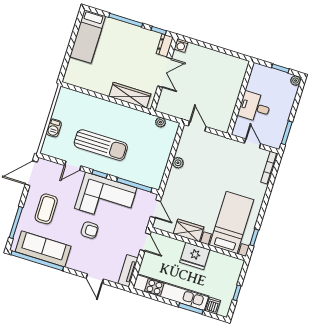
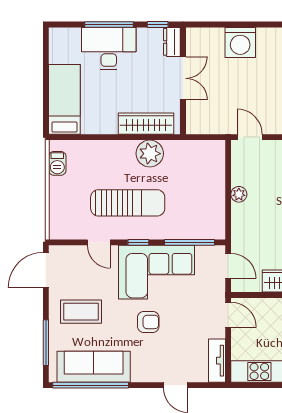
bed: (88, 36) -> (64, 99), moved, turned 180
desk: (121, 37) -> (109, 49), added
washing machine: (181, 45) -> (240, 42), moved, width x1.89, depth x1.89
plant: (160, 122) -> (150, 154), moved, width x1.88, depth x1.88
barbecue: (54, 128) -> (57, 163), moved
door: (73, 166) -> (99, 242), hinge flipped
coffee table: (46, 209) -> (81, 312), turned 90

